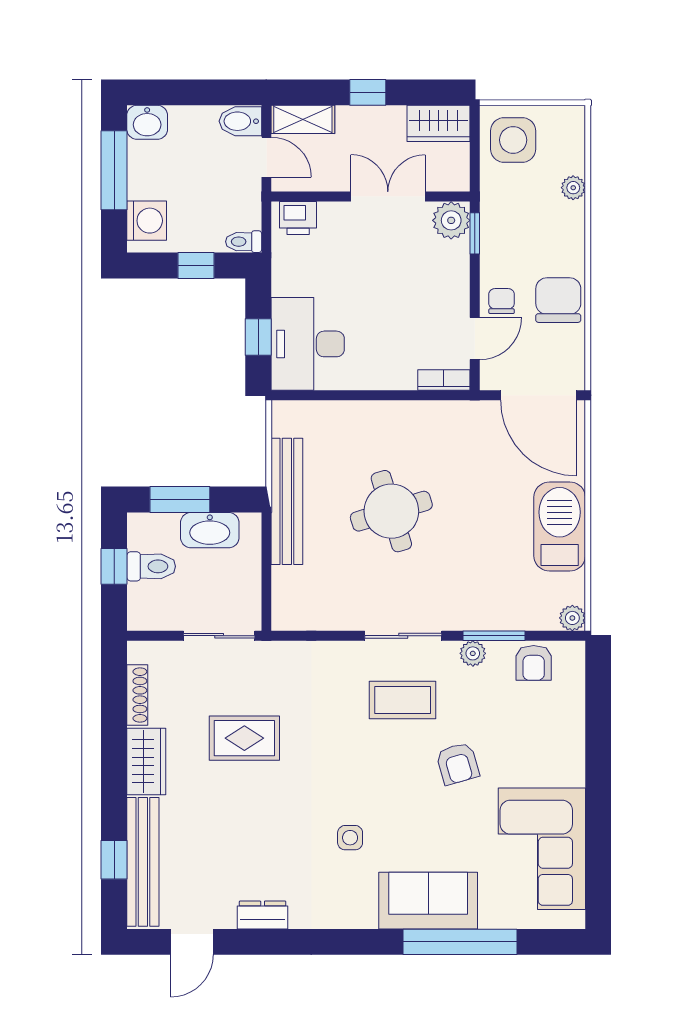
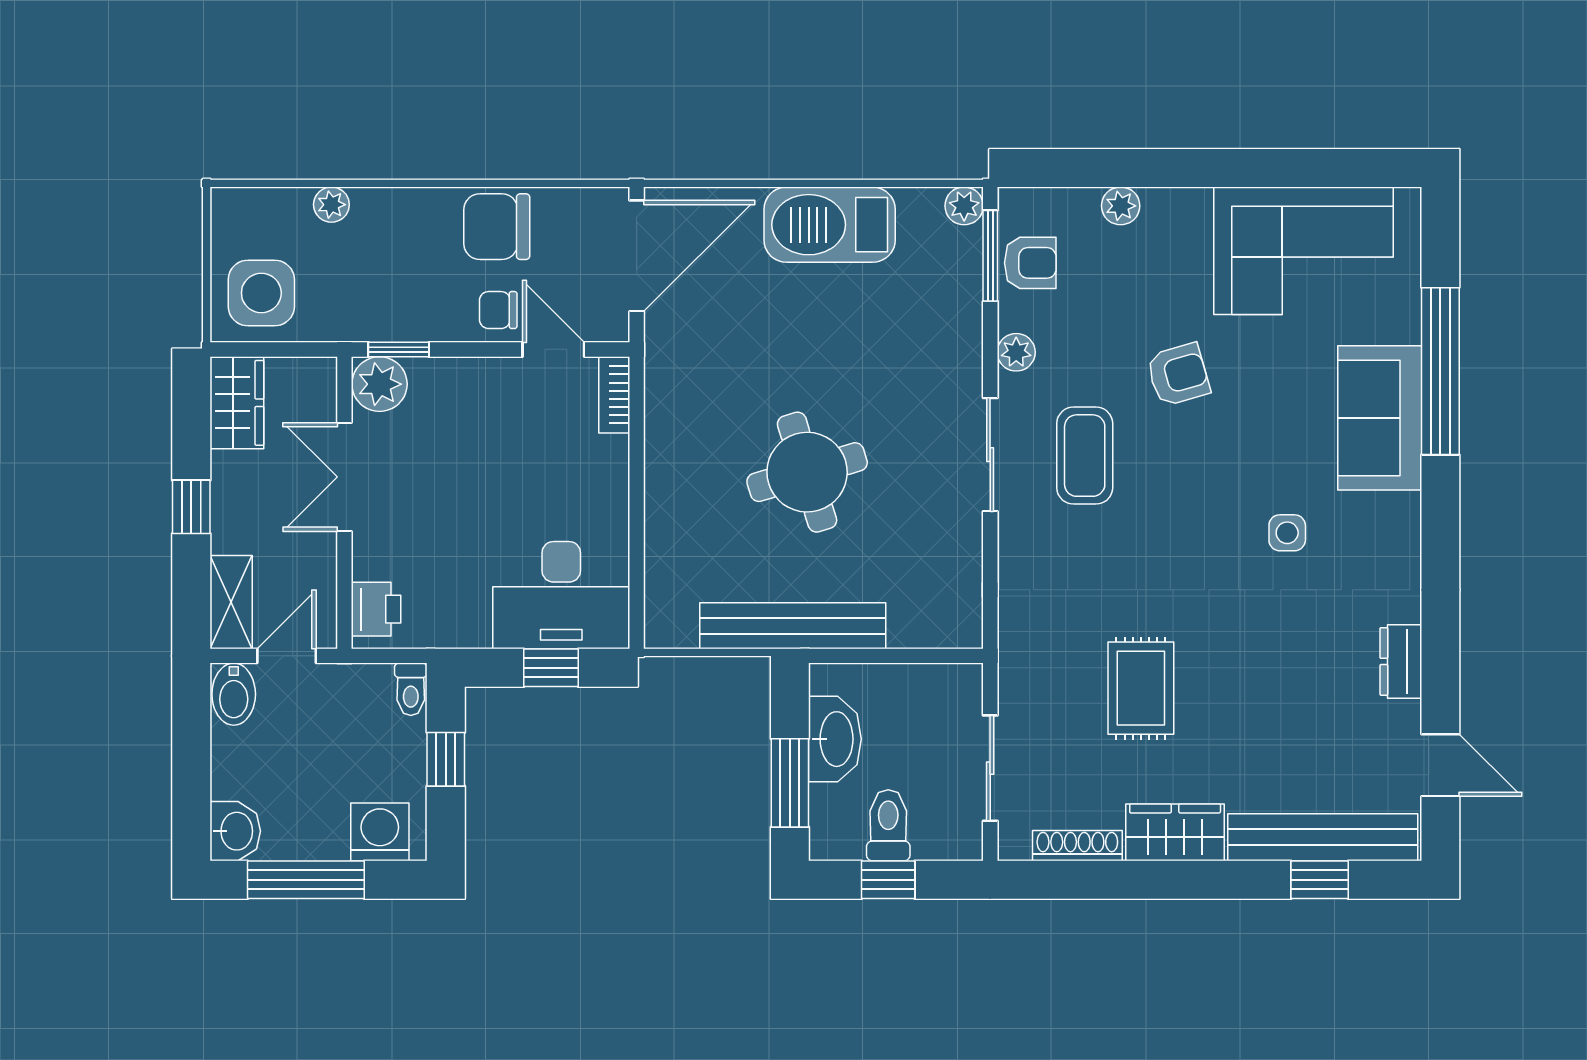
sliding door: (219, 636) -> (990, 768), moved
window: (494, 636) -> (990, 256), moved
plant: (572, 724) -> (1121, 206), added

